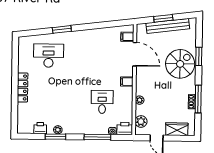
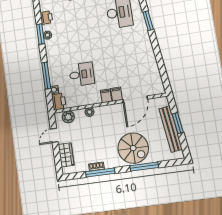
filing cabinet: (127, 37) -> (116, 94), moved
window: (199, 56) -> (144, 167), width x1.44

